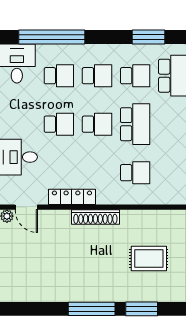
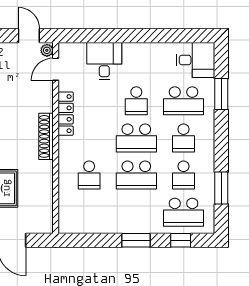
window: (52, 37) -> (221, 94), width x0.47
school desk: (59, 76) -> (183, 101), width x1.85
school desk: (97, 124) -> (136, 138), width x1.85

